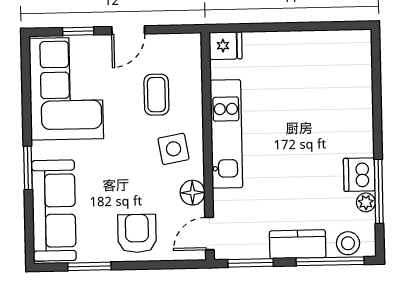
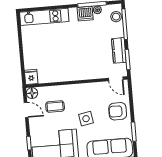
door: (128, 30) -> (26, 110), moved
kitchen unit: (226, 134) -> (44, 17), moved, turned 180
side table: (173, 149) -> (86, 119), moved
floor lamp: (192, 193) -> (32, 93), moved
kitchen counter: (298, 244) -> (119, 50), moved

